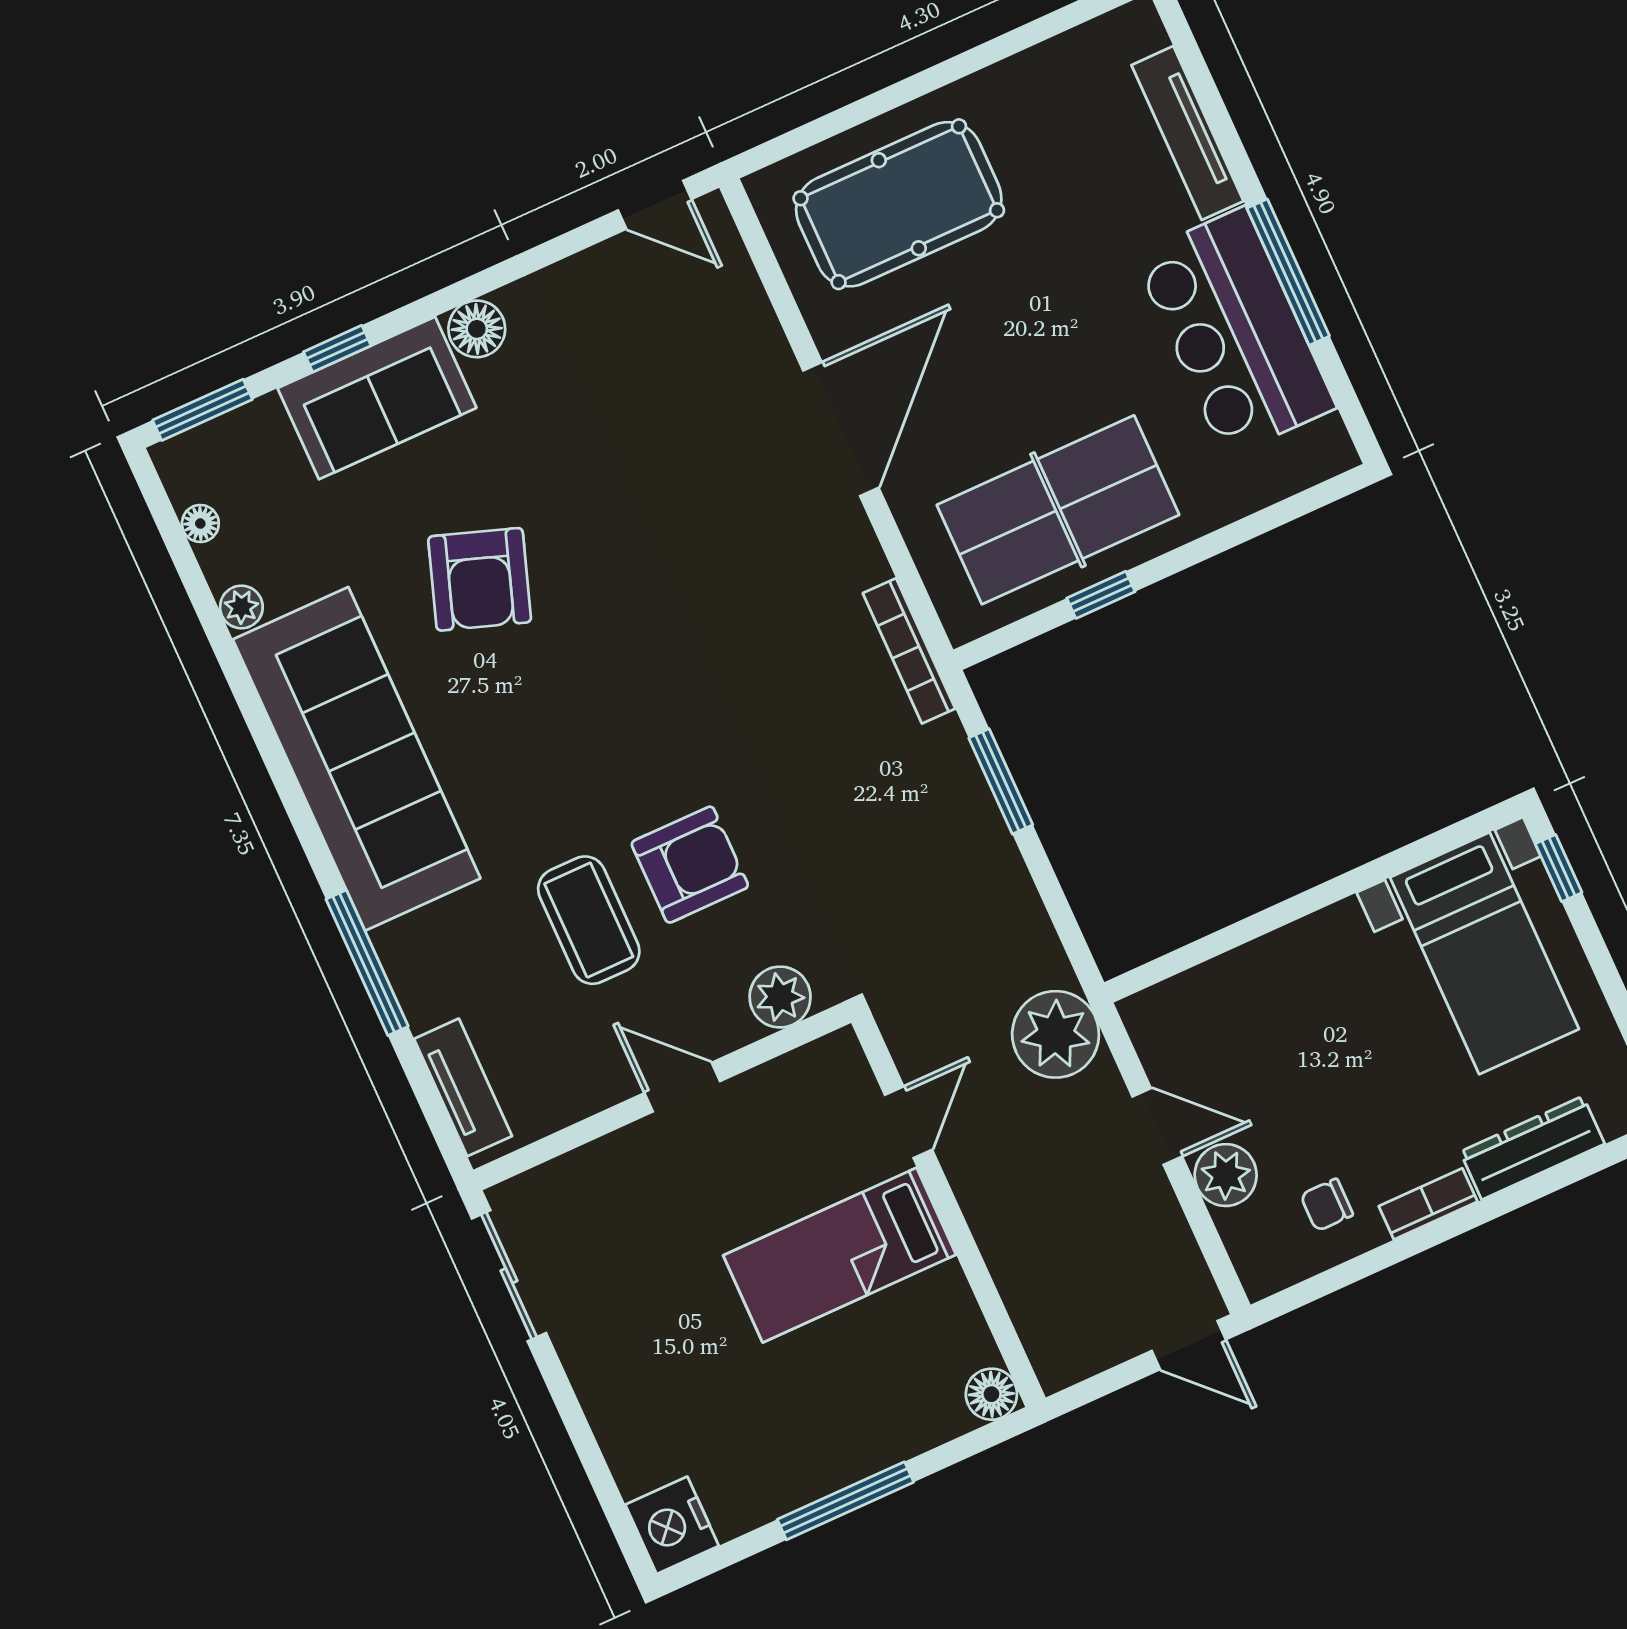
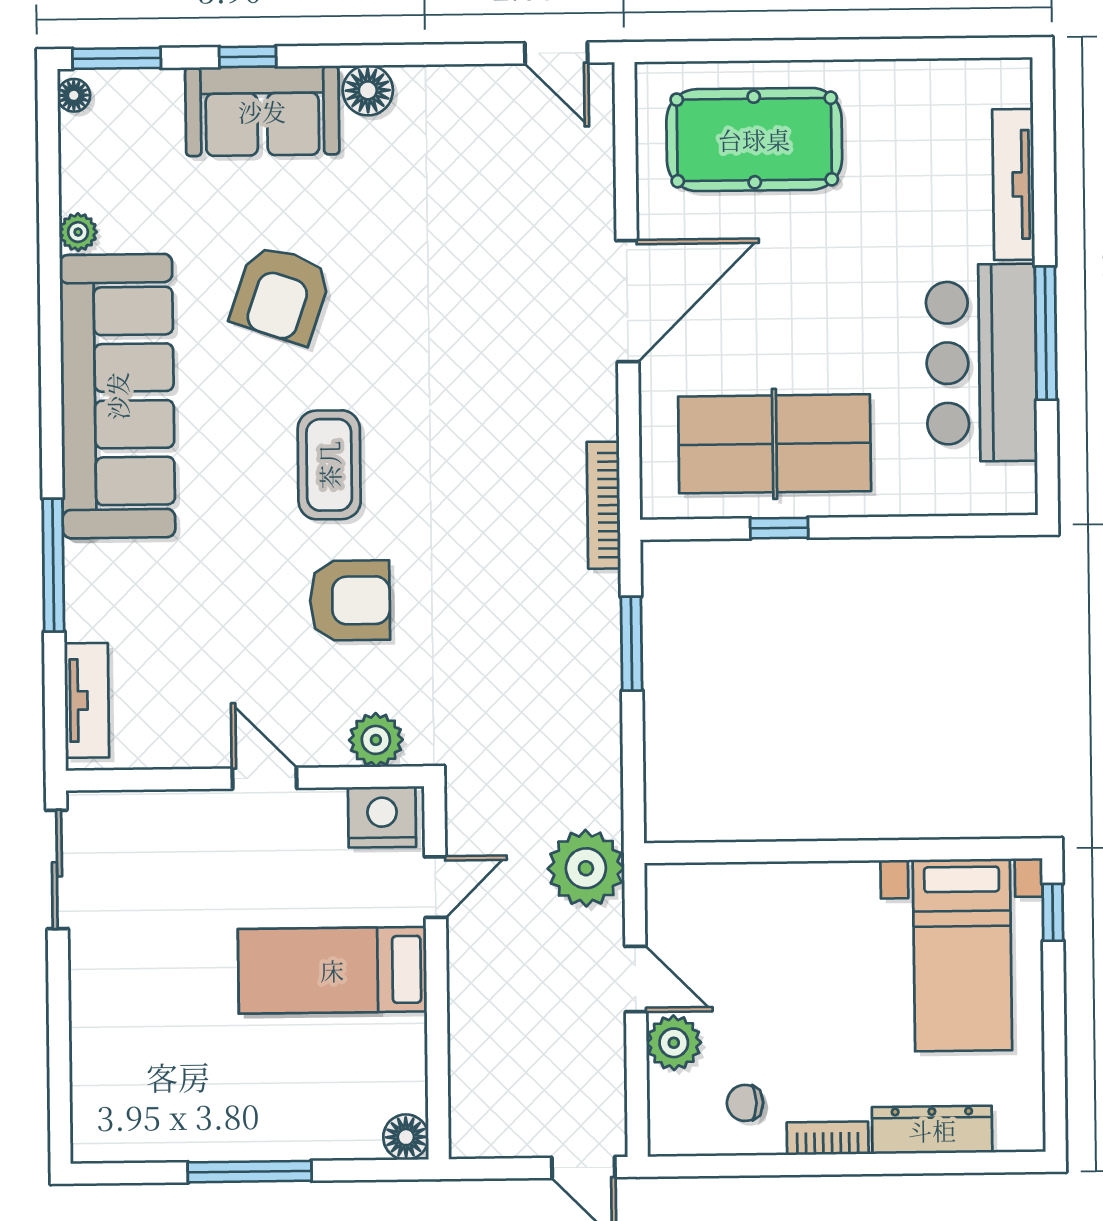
floor lamp: (200, 523) -> (74, 95), moved
coffee table: (589, 920) -> (329, 465), moved
nightstand: (672, 1525) -> (382, 817), moved, turned 90

